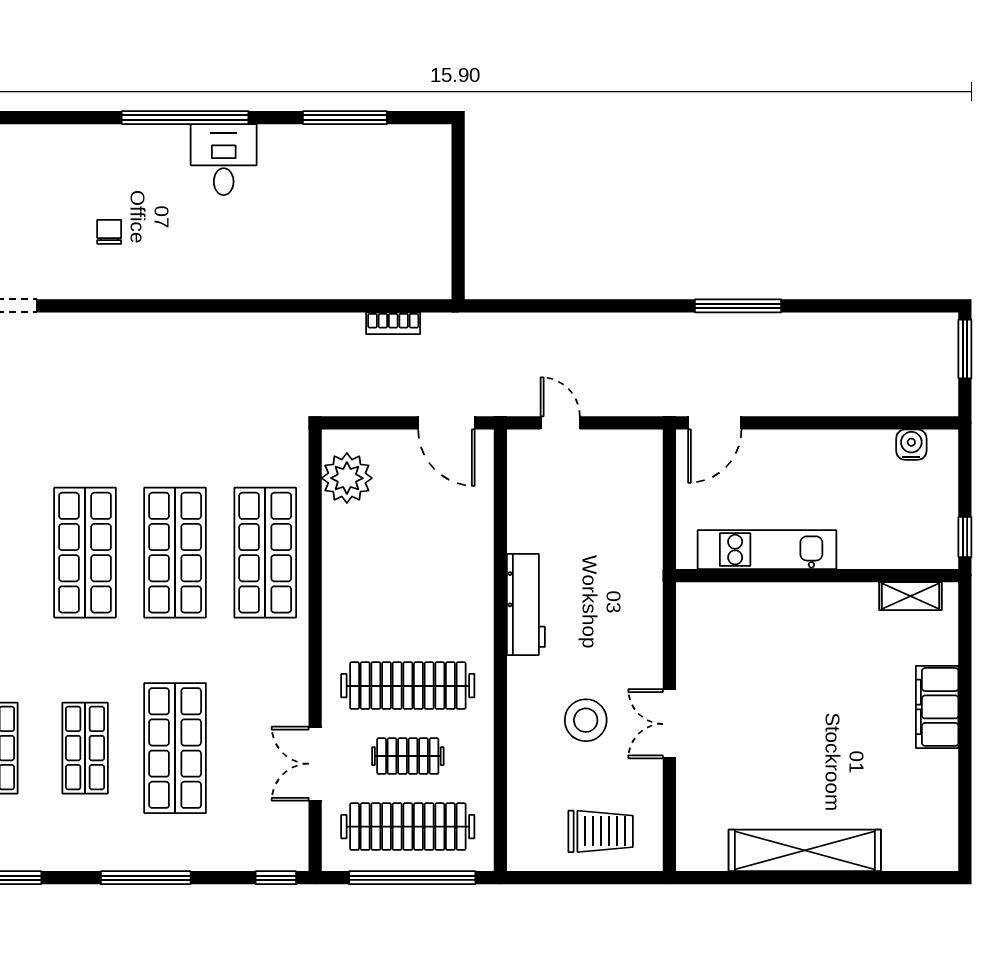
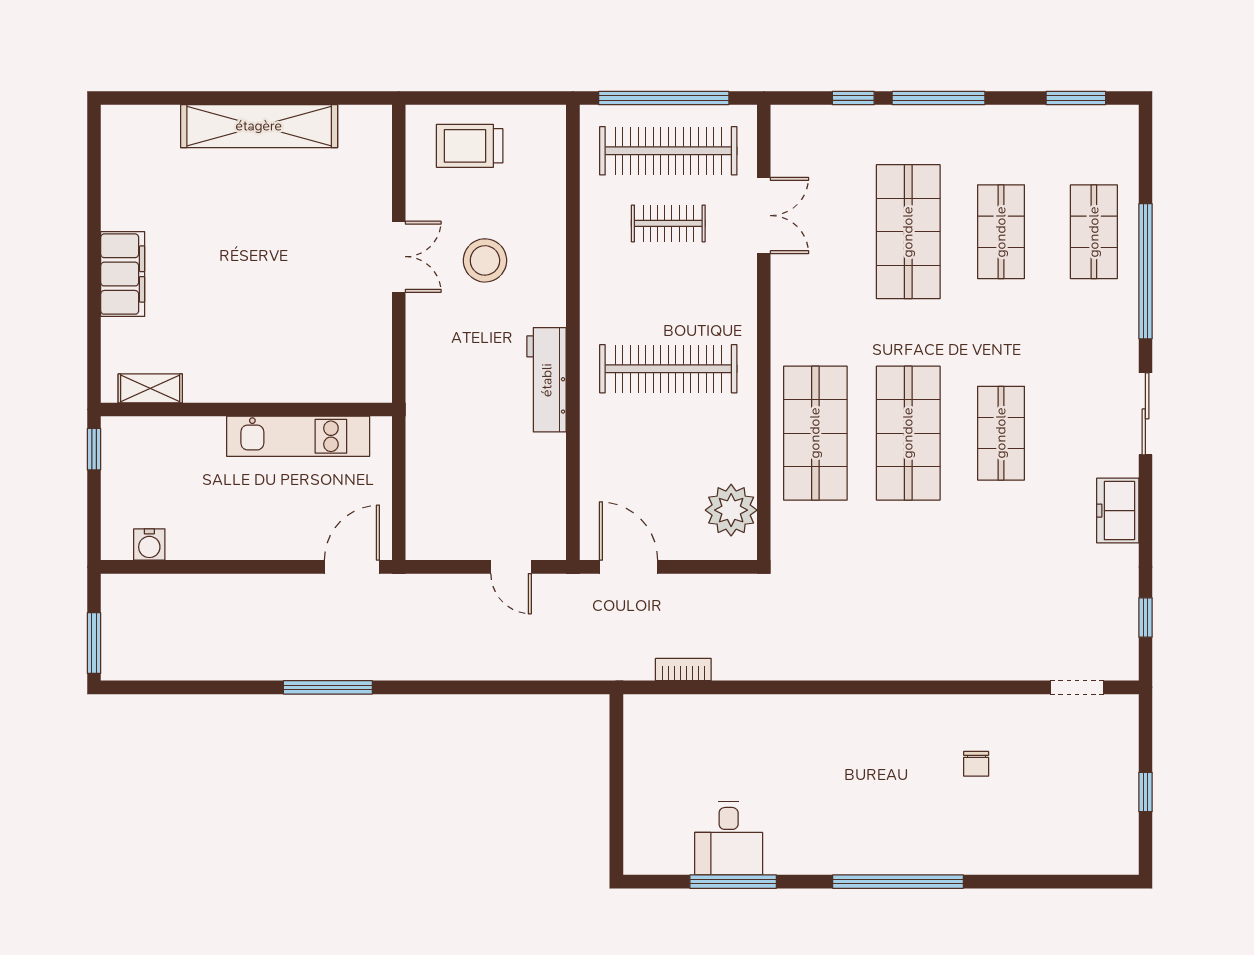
desk: (224, 160) -> (729, 838), moved
shop shelf: (85, 553) -> (1001, 433), width x0.70, depth x0.74
clothes rail: (408, 686) -> (668, 369), moved
window: (276, 878) -> (853, 98), moved

